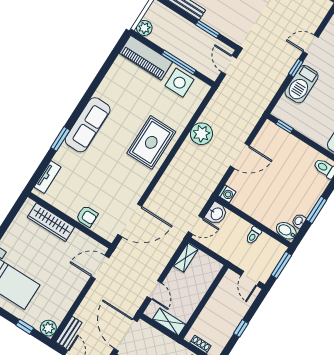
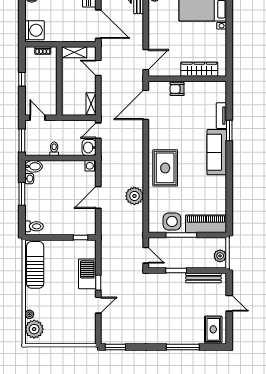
plant: (144, 28) -> (220, 256), moved
tv unit: (48, 177) -> (221, 116), moved

